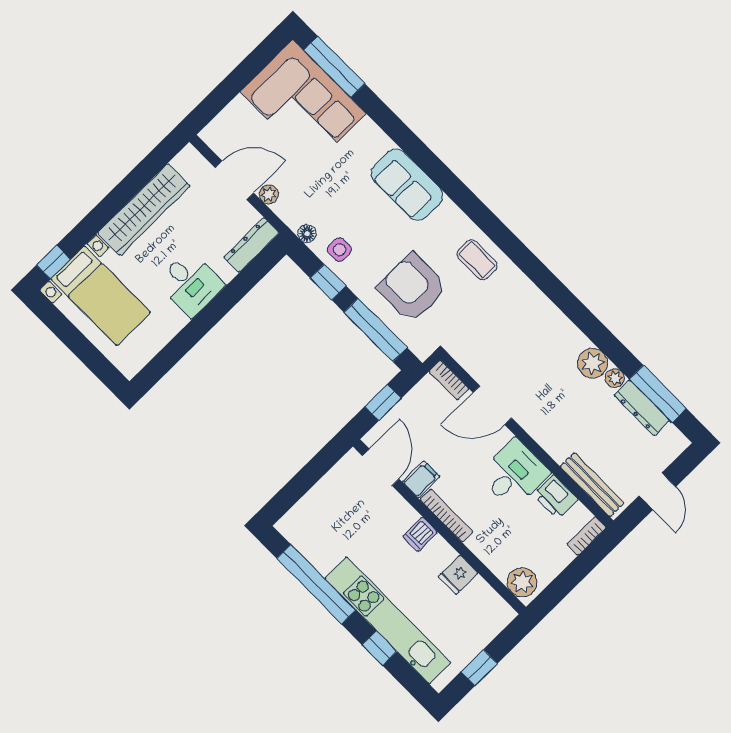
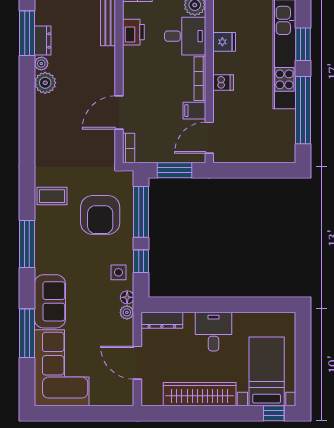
window: (334, 67) -> (27, 333), moved
sofa: (407, 185) -> (50, 301), moved
window: (455, 189) -> (27, 244), added
plant: (269, 194) -> (127, 312), moved
coffee table: (477, 260) -> (52, 196), turned 90
window: (383, 402) -> (174, 170), width x1.50
door: (492, 405) -> (119, 113), swing flipped
dresser: (642, 408) -> (43, 41), width x0.70
desk: (514, 474) -> (185, 36), moved, turned 180
window: (379, 648) -> (303, 44), width x1.50

